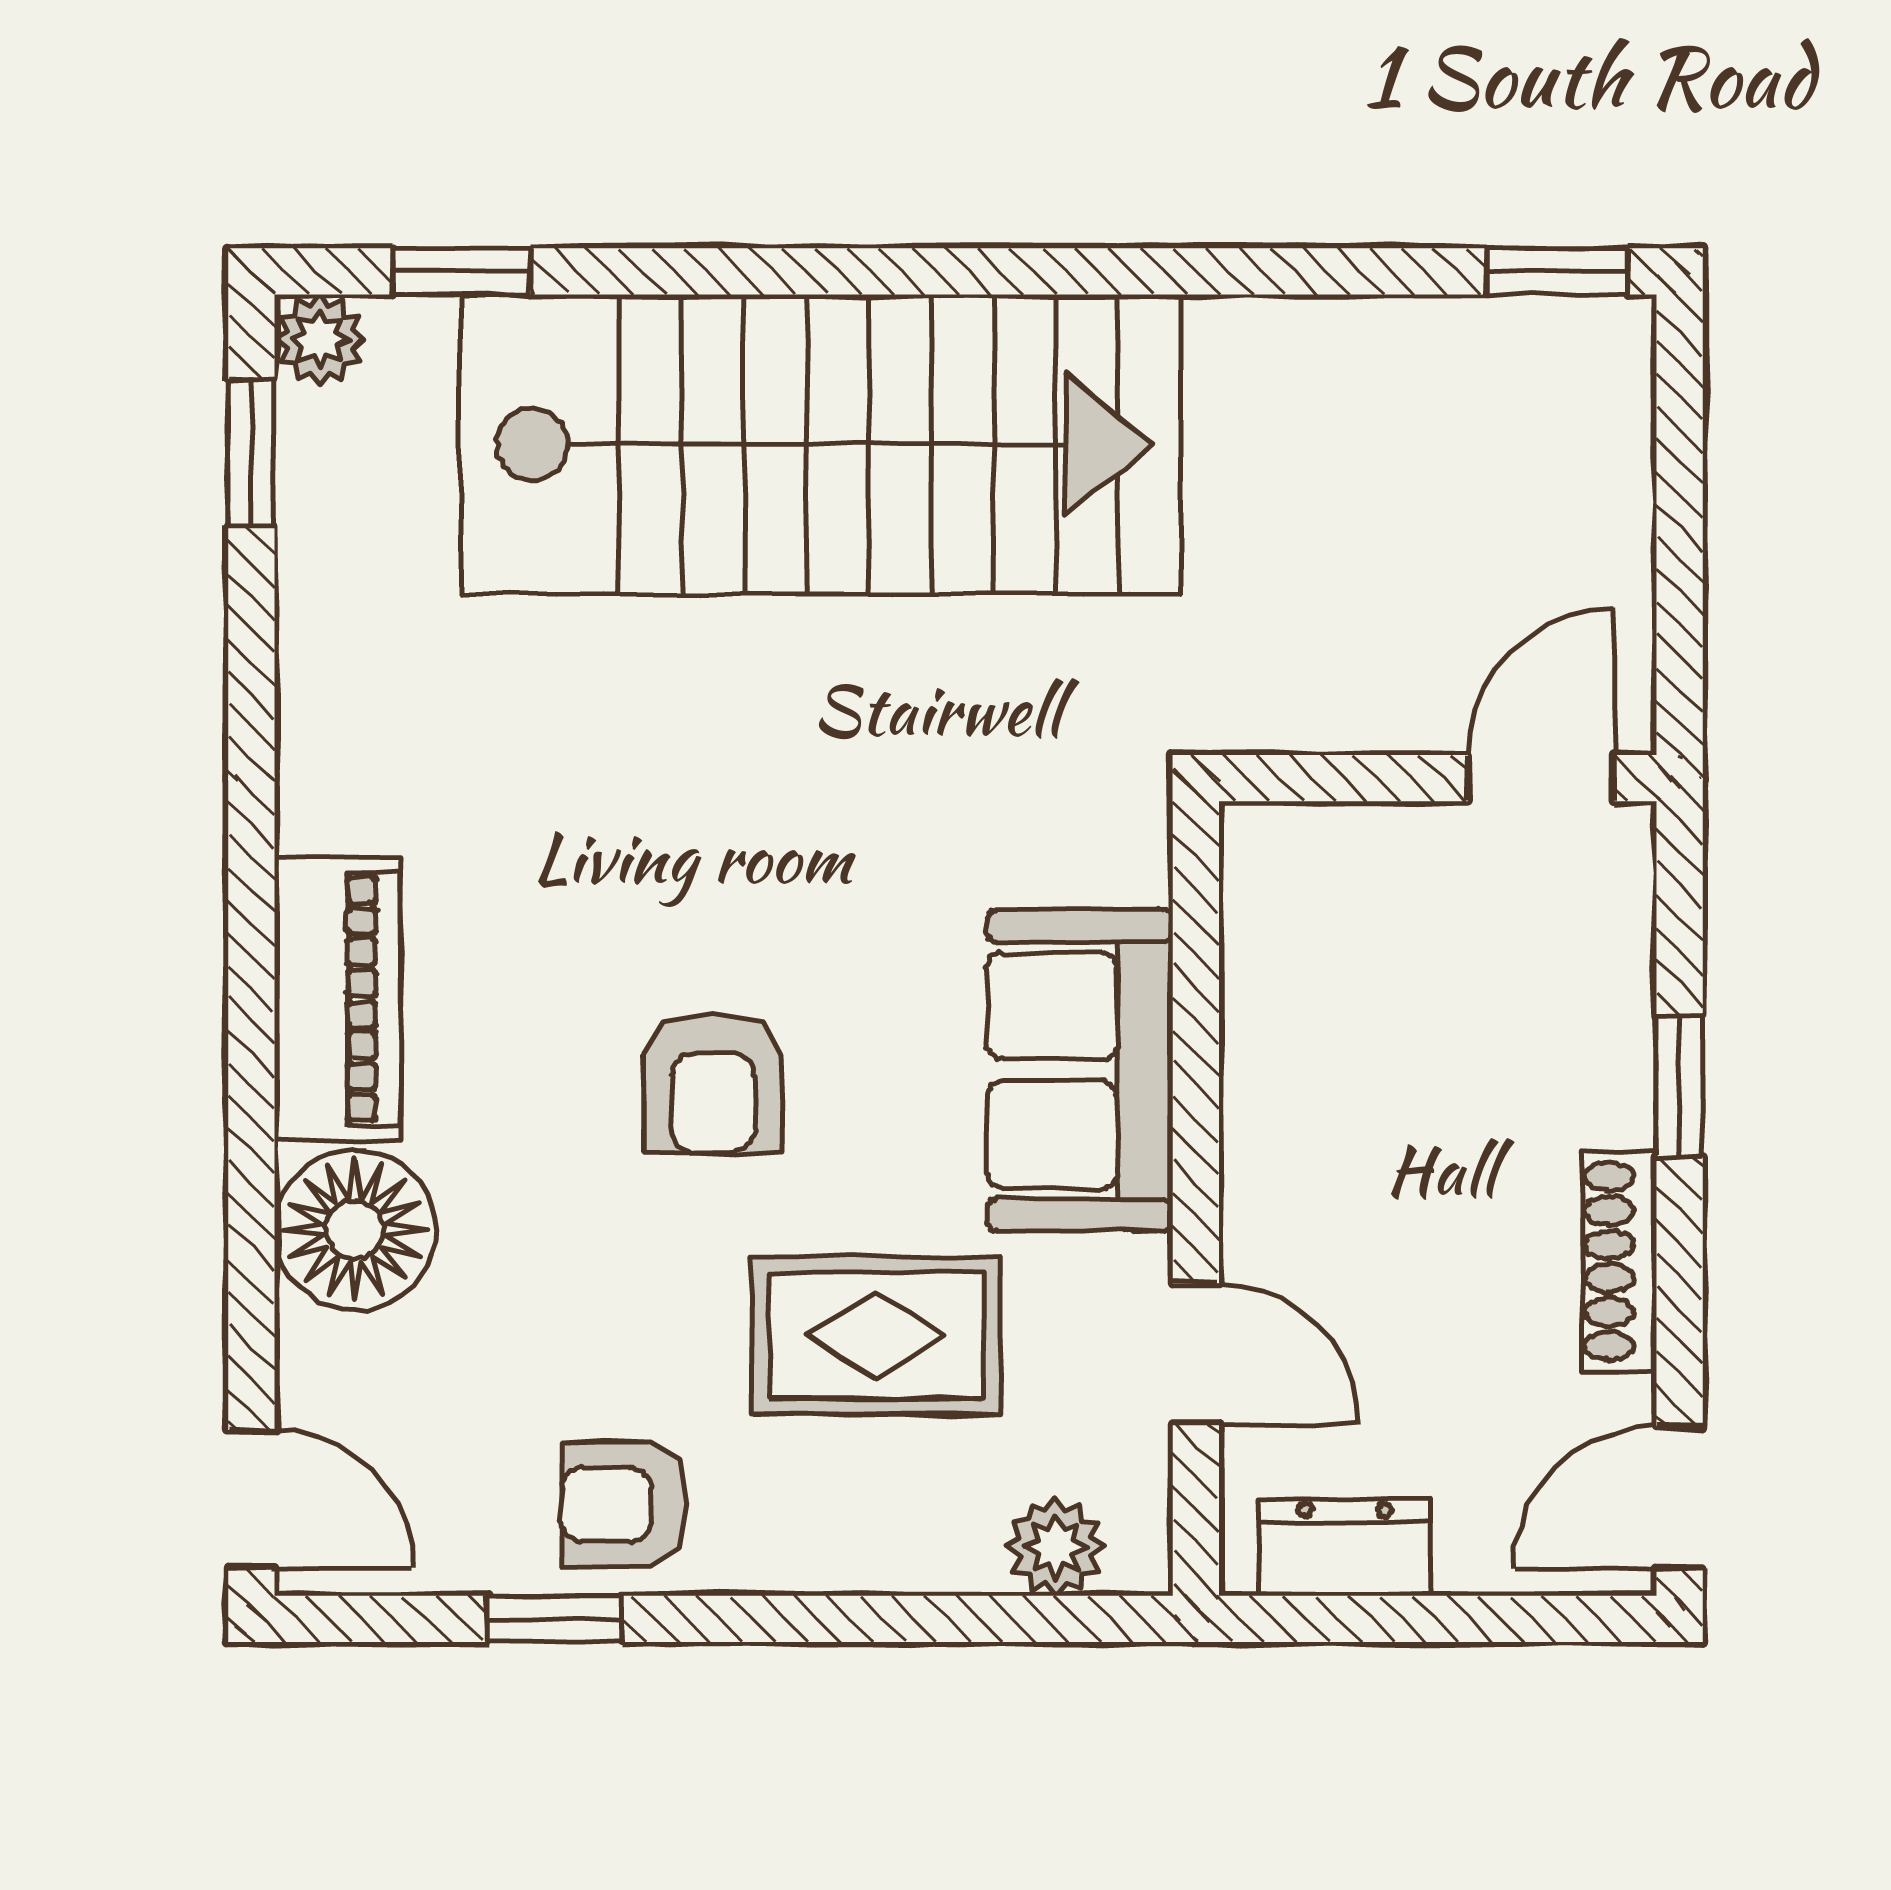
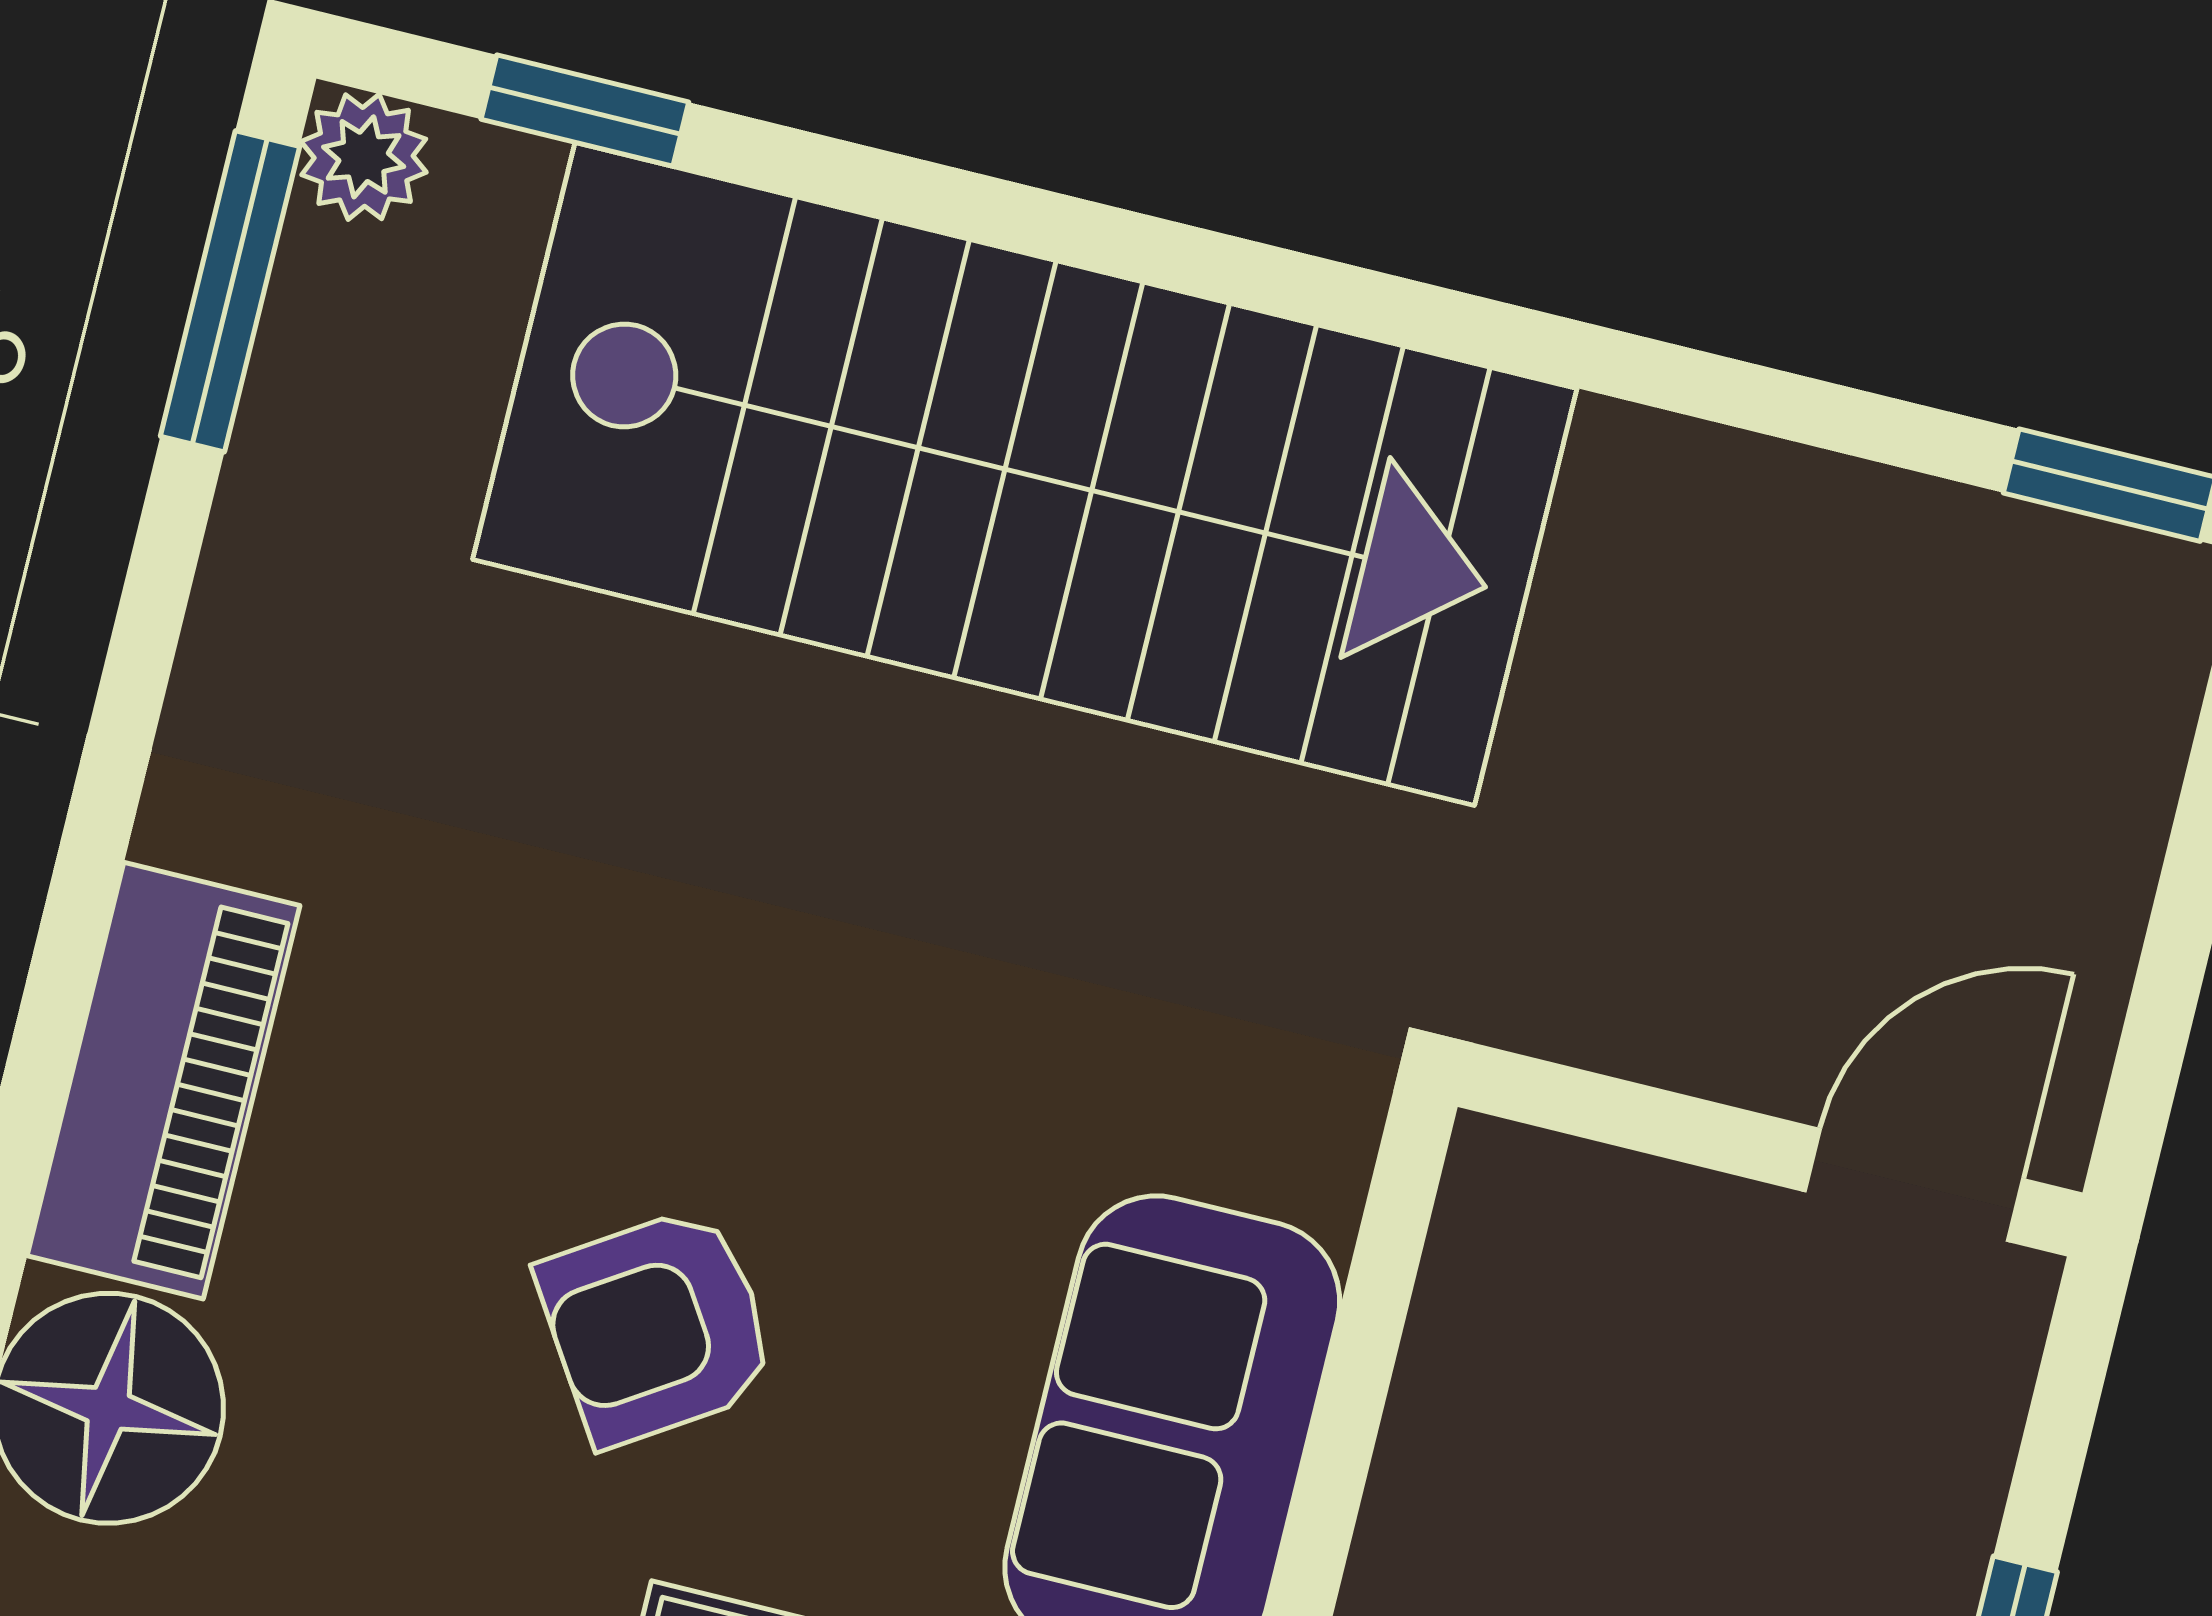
window: (251, 453) -> (230, 291), width x1.50
armchair: (713, 1083) -> (657, 1326), turned 57

